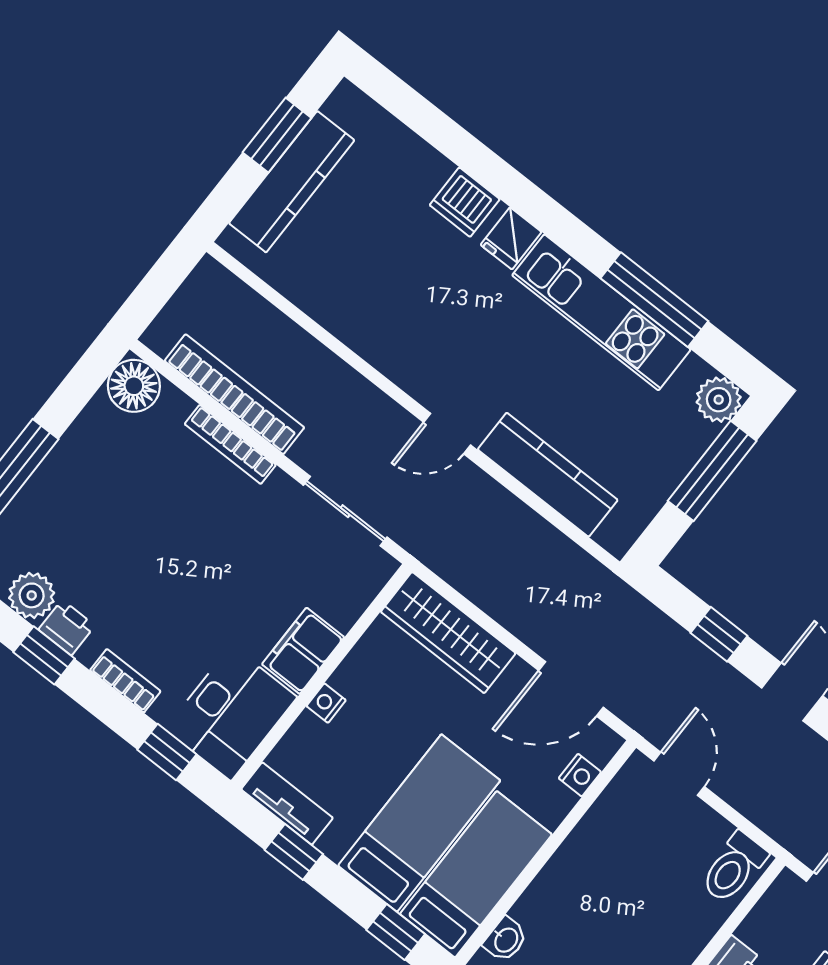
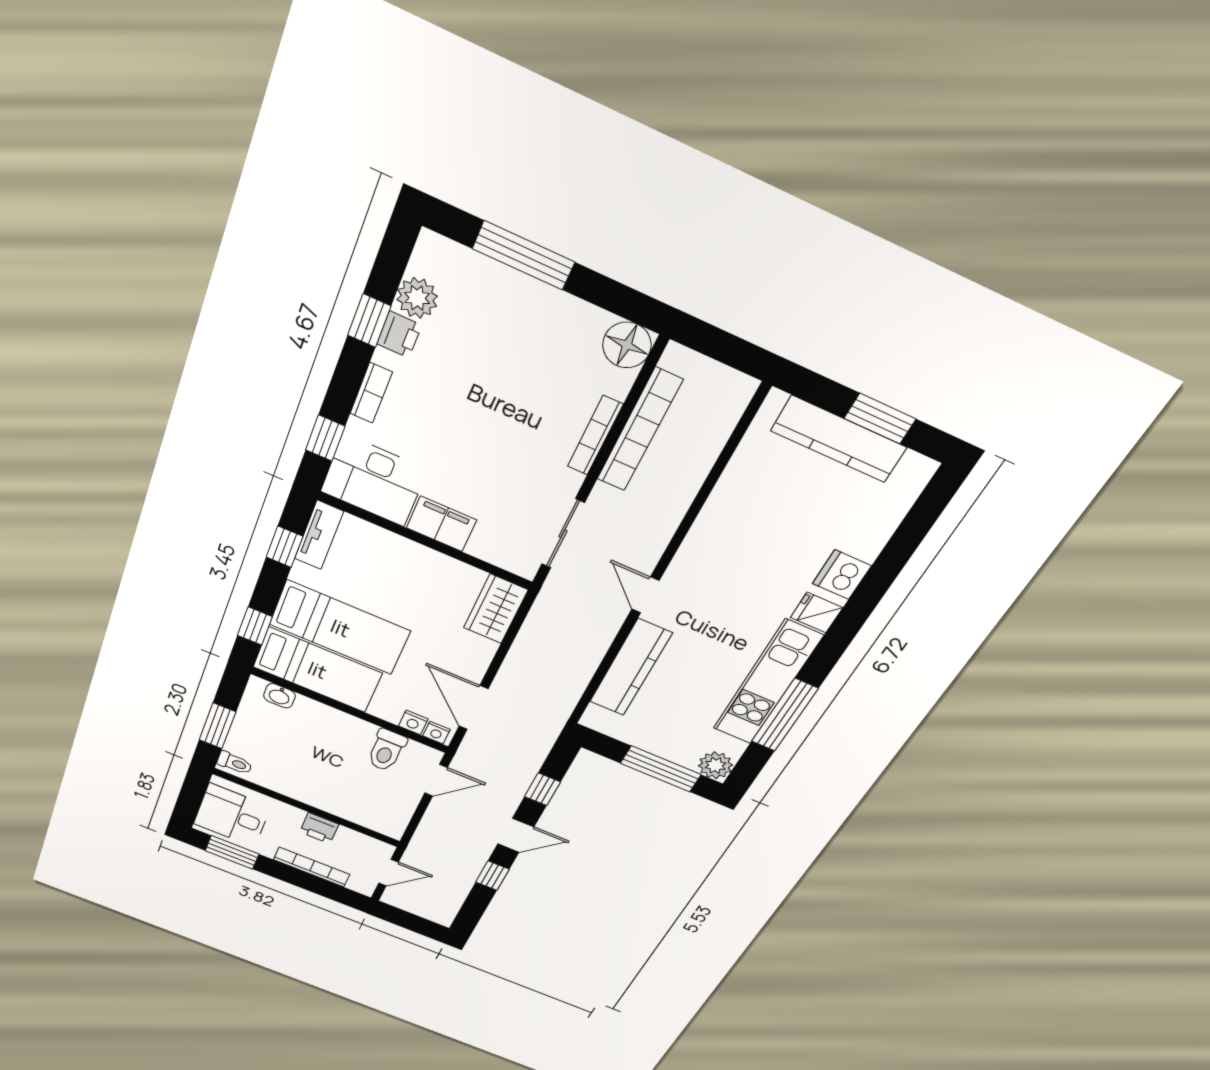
wardrobe: (448, 633) -> (496, 609), width x0.67
nightstand: (326, 703) -> (436, 733), moved, turned 180
toilet: (734, 868) -> (386, 750), moved, turned -90

